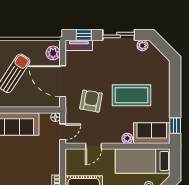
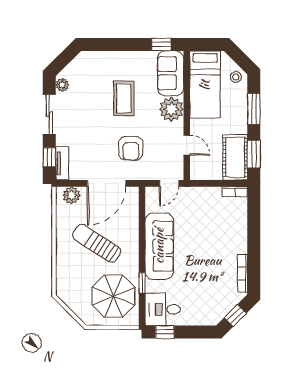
coffee table: (131, 95) -> (124, 98), width x0.73, depth x0.76
armchair: (91, 101) -> (131, 148), turned -100
floor lamp: (55, 117) -> (151, 192), removed
door: (63, 132) -> (169, 183), swing flipped
plant: (127, 138) -> (171, 109), width x1.88, depth x1.88

